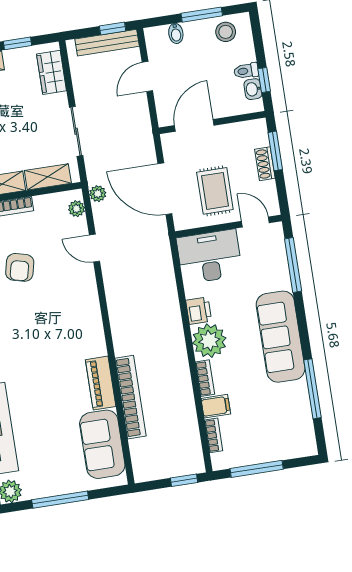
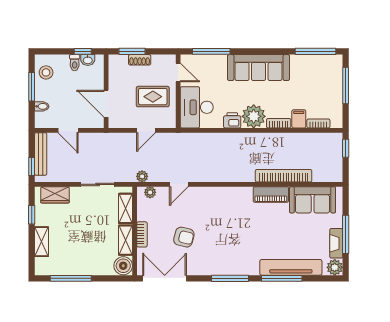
window: (113, 28) -> (32, 167), moved
door: (165, 189) -> (146, 130), width x0.53
door: (255, 222) -> (178, 72), swing flipped
window: (313, 389) -> (315, 51), moved
window: (257, 469) -> (346, 85), moved
fireplace: (45, 488) -> (336, 243), added

